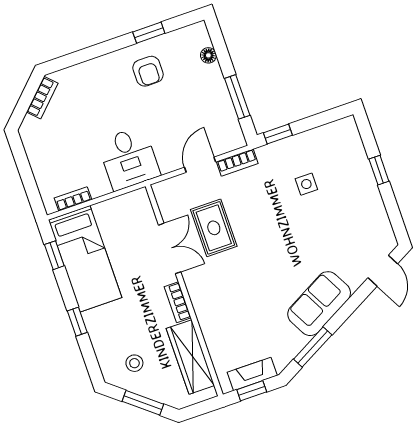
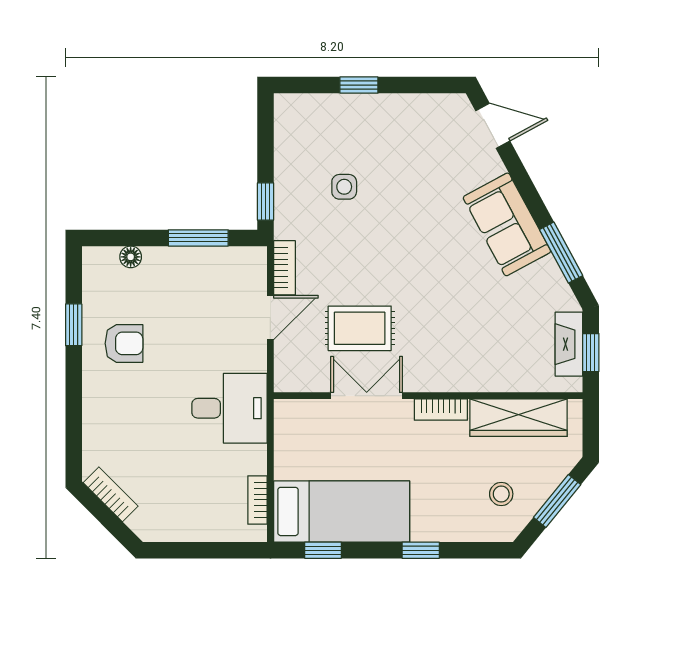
door: (200, 165) -> (270, 318), swing flipped

